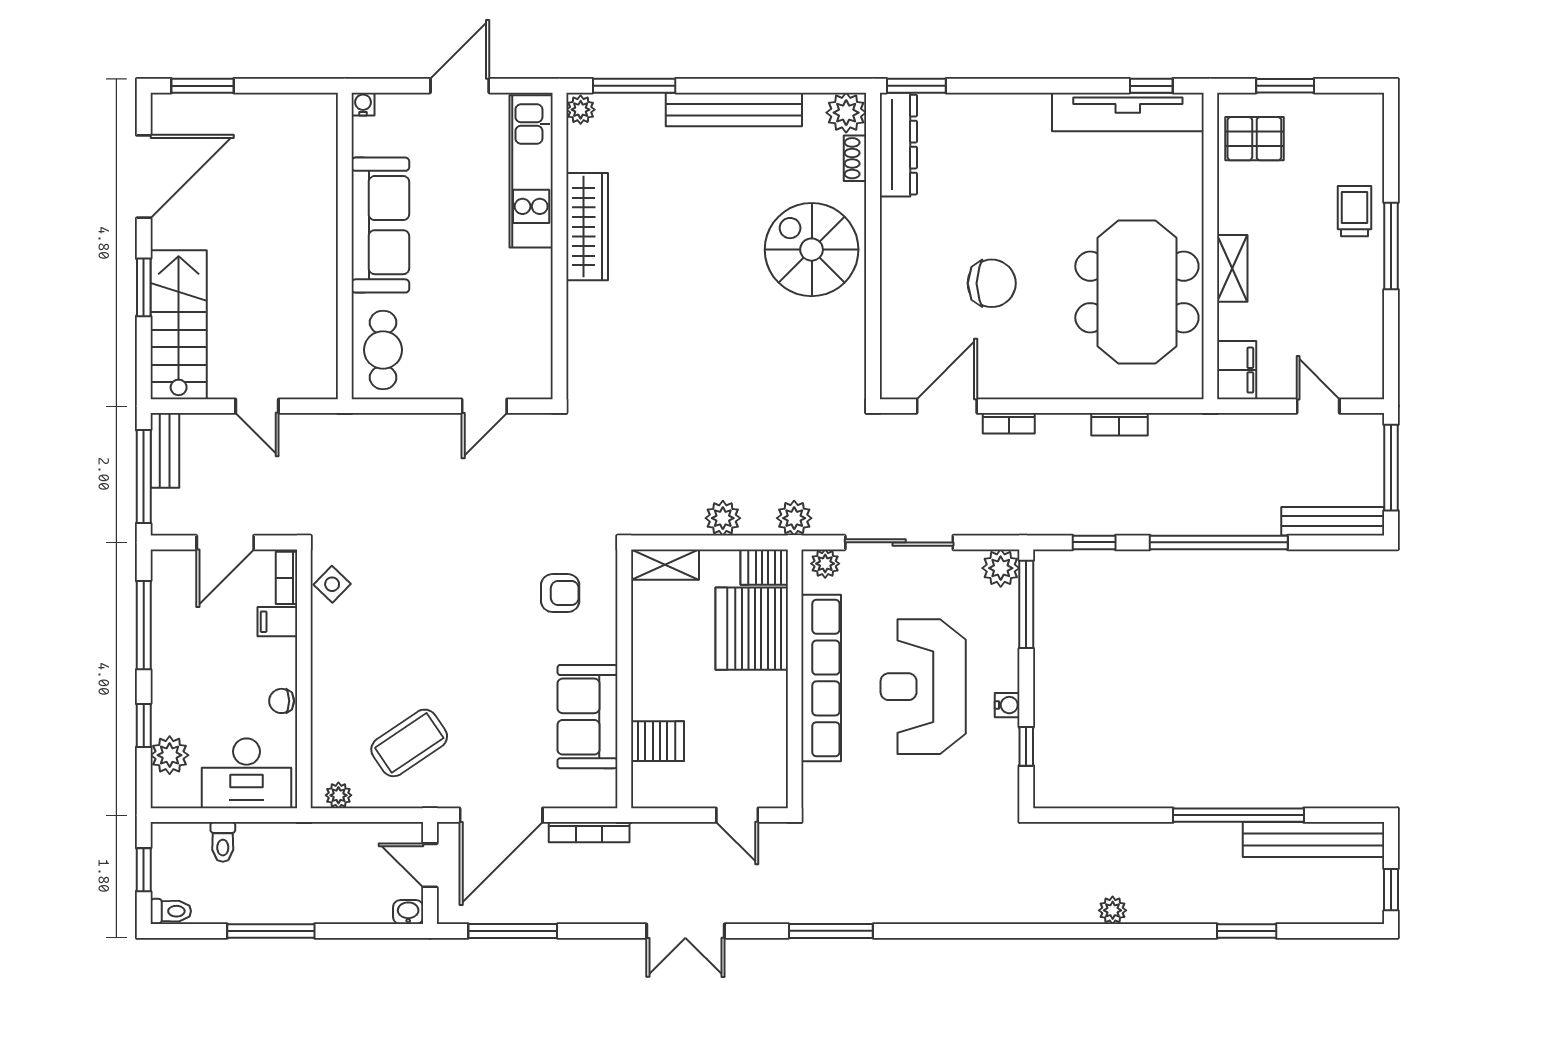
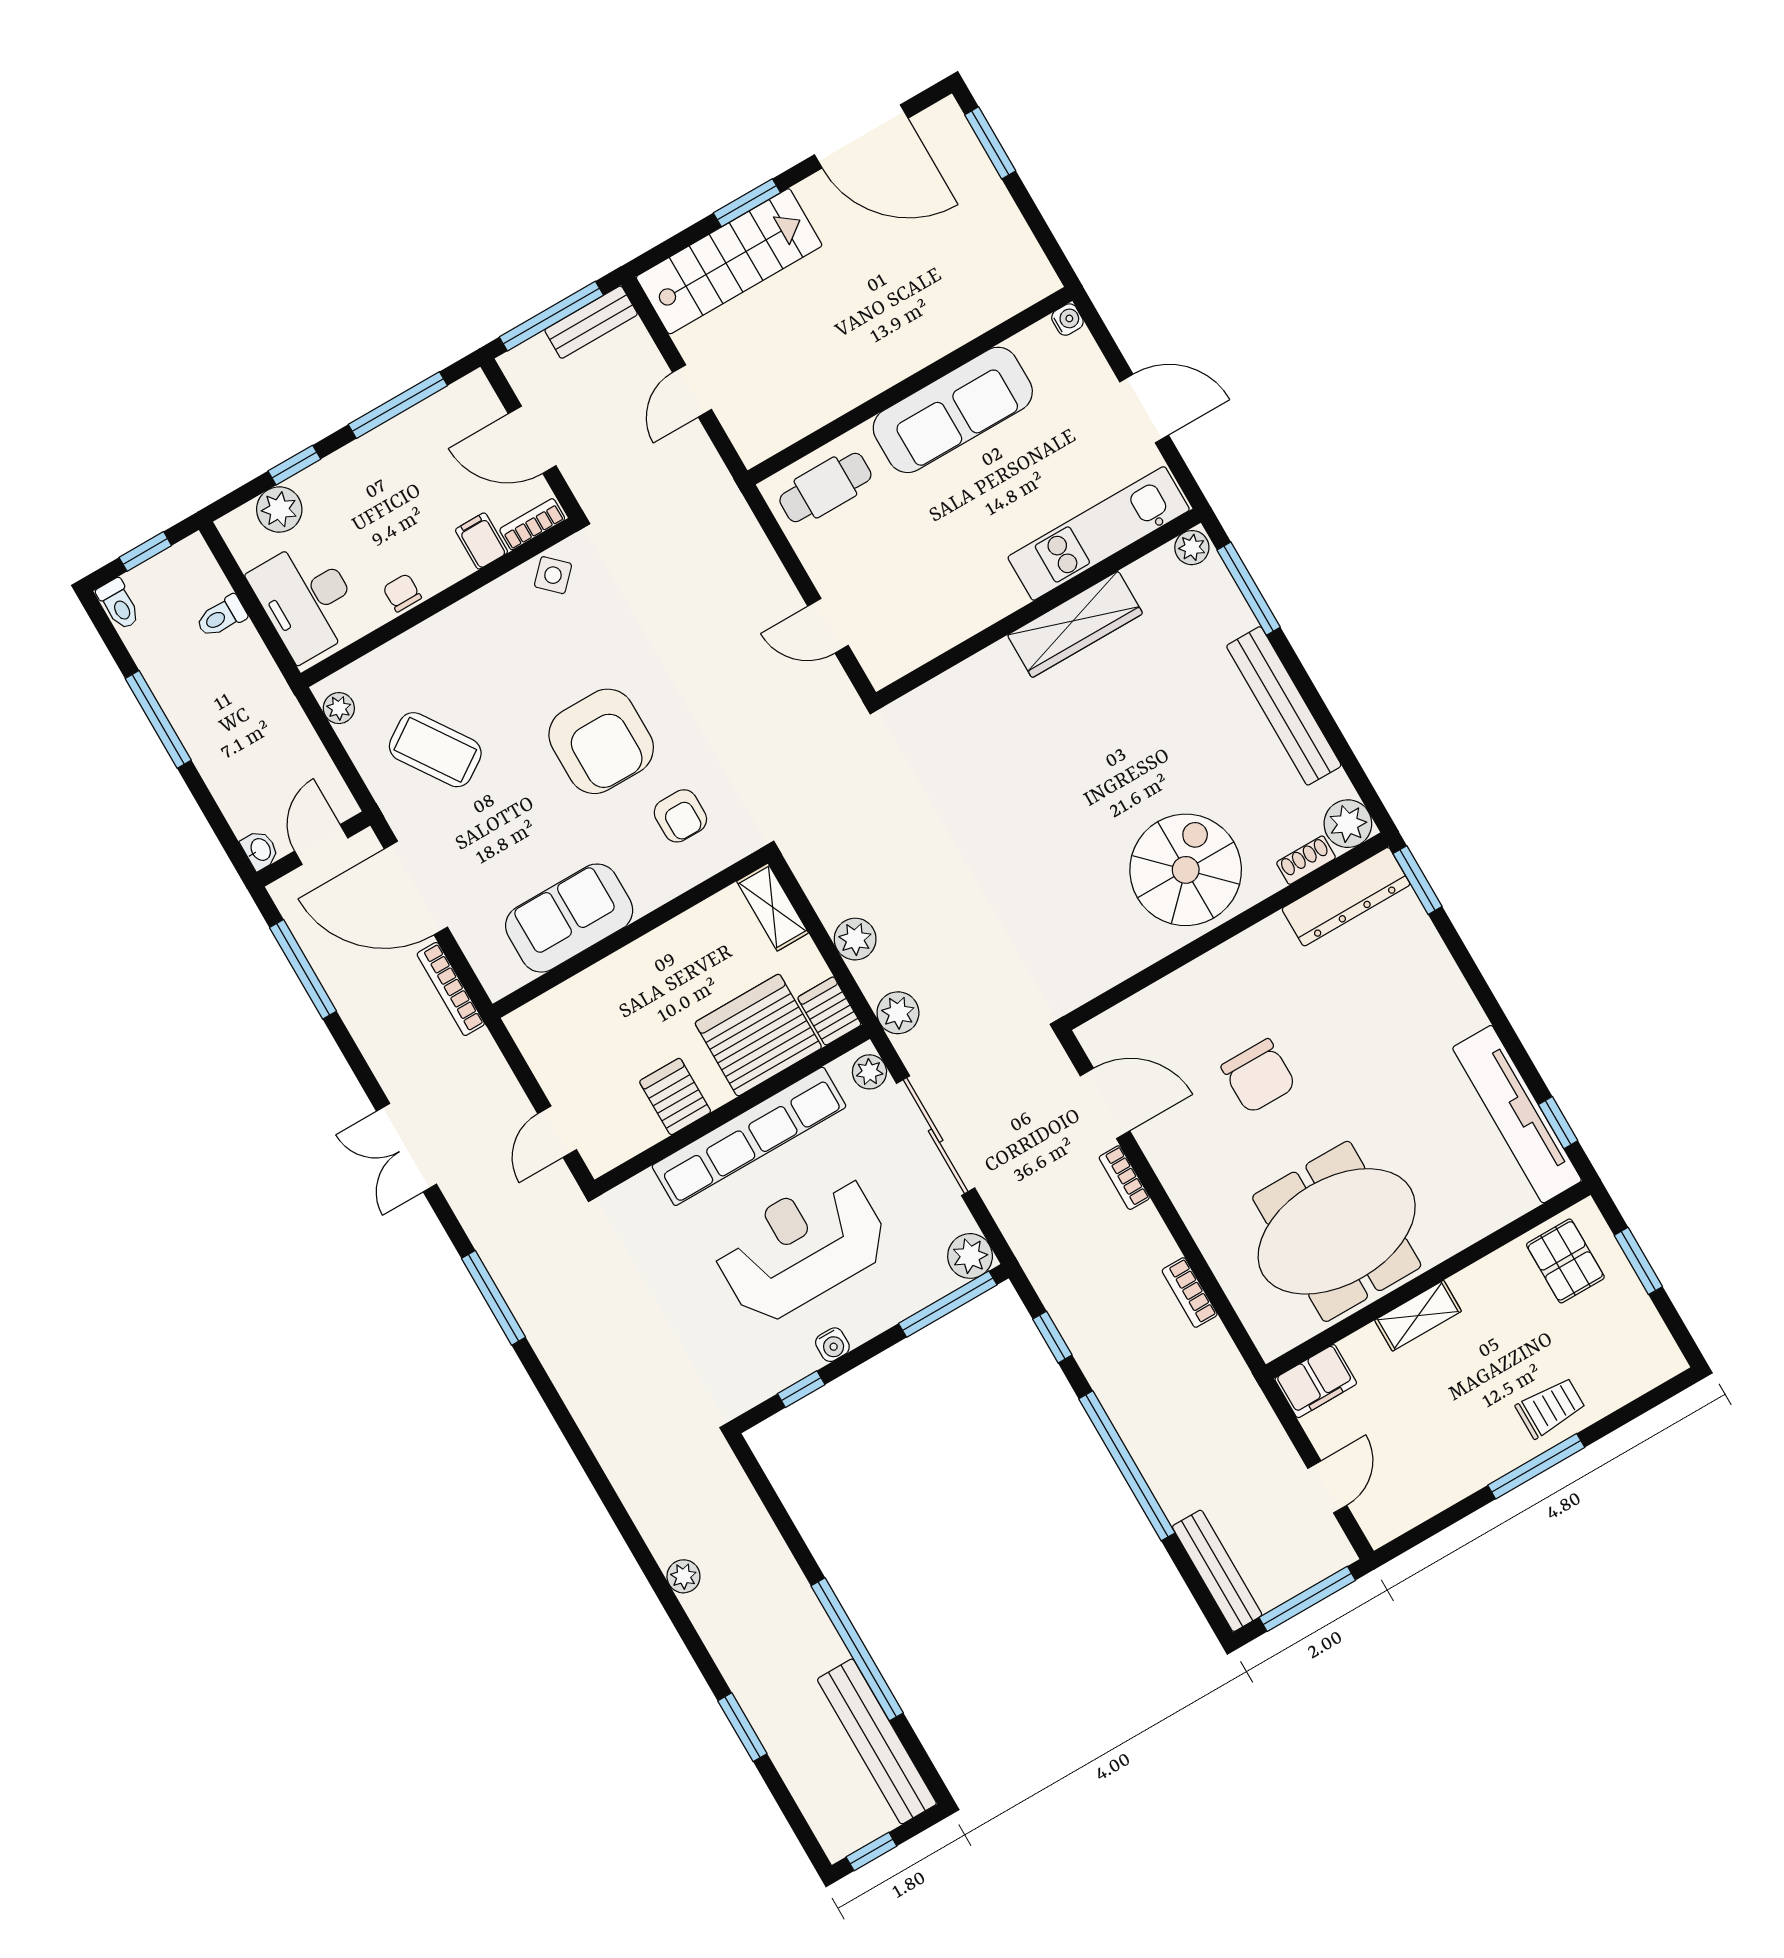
armchair: (473, 619) -> (601, 741), added
server rack: (657, 741) -> (675, 1097), moved, turned 180

